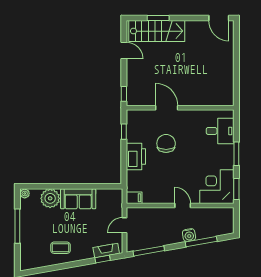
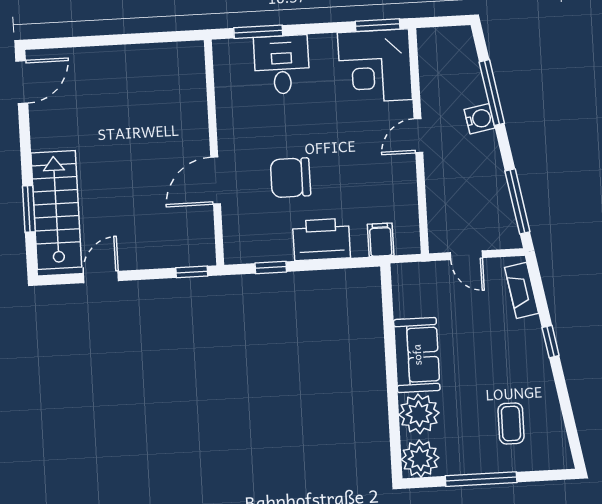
desk: (220, 131) -> (282, 65), moved
window: (236, 154) -> (258, 32), moved
plant: (25, 194) -> (420, 459), width x1.87, depth x1.87
filing cabinet: (134, 198) -> (381, 240), moved
coffee table: (61, 248) -> (511, 423), moved
window: (103, 259) -> (551, 342), moved

